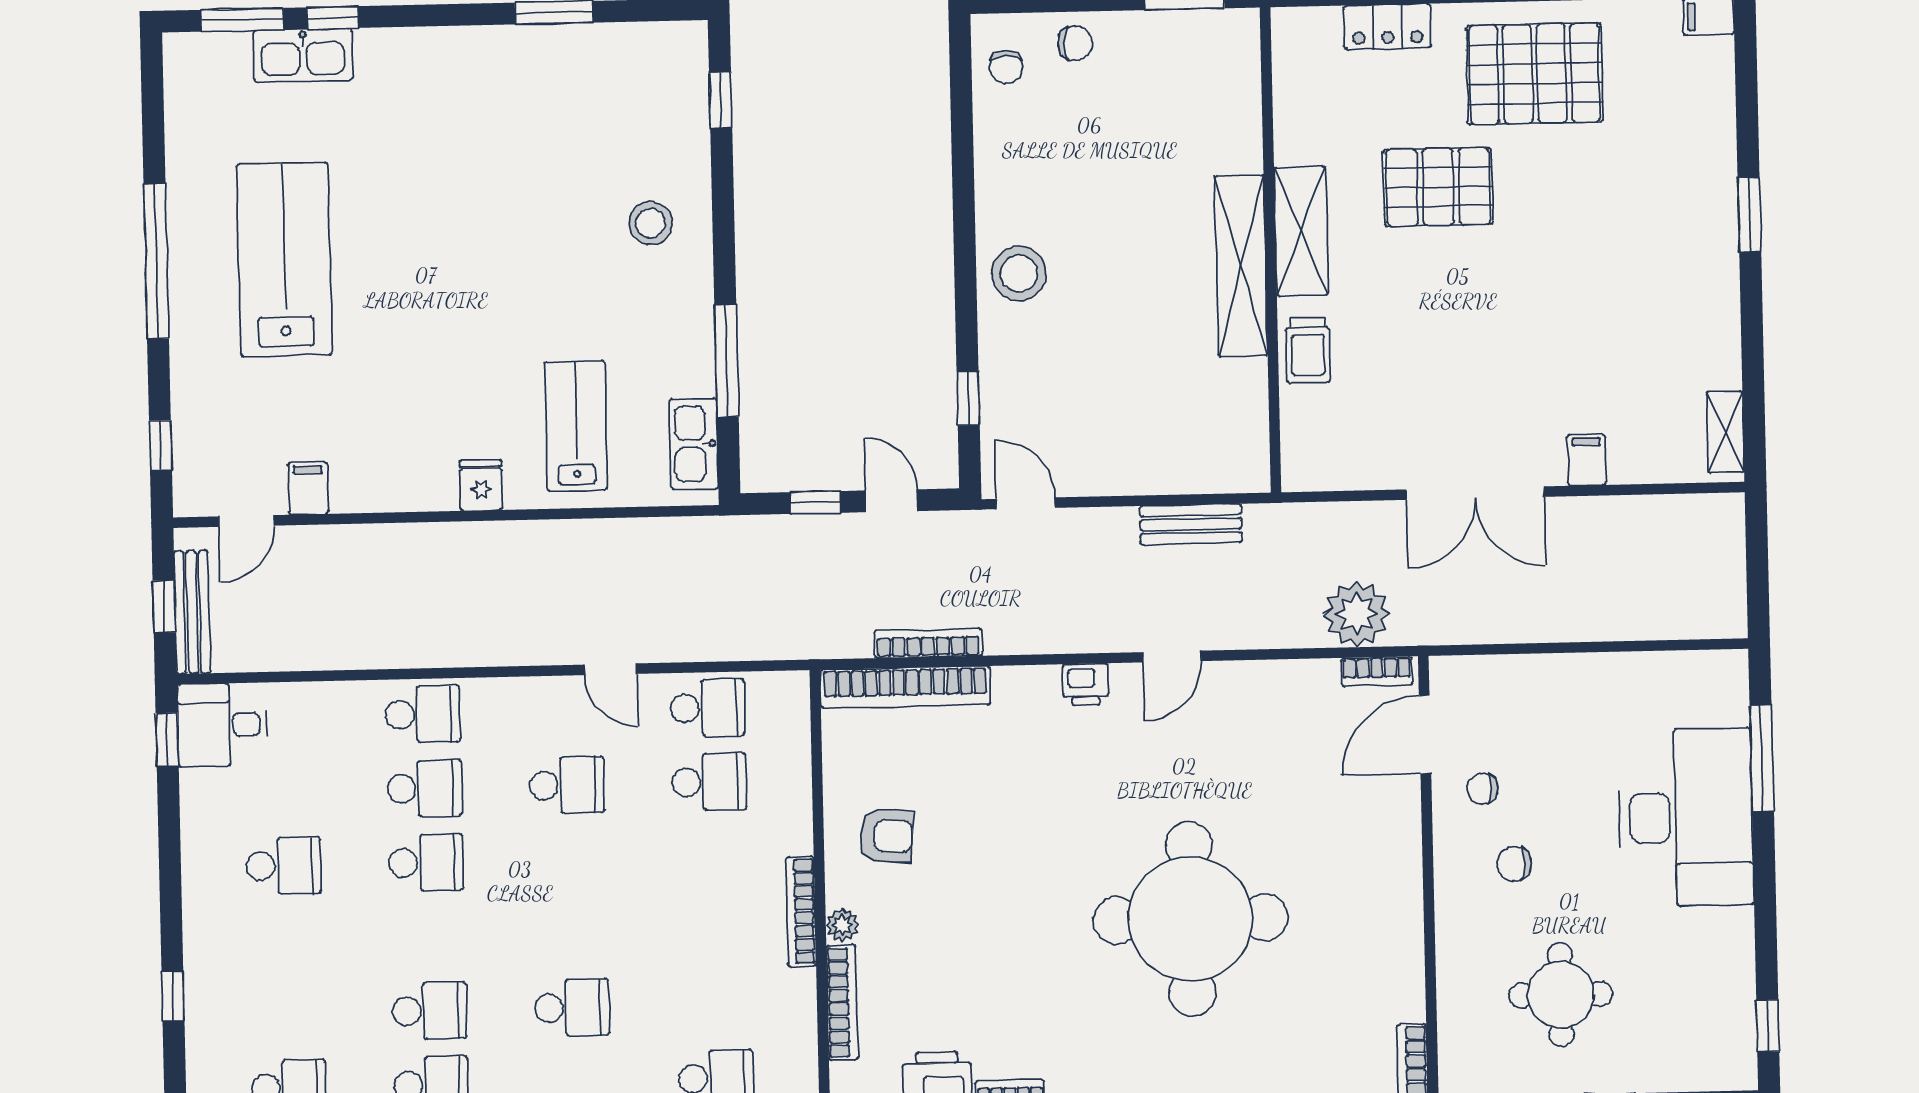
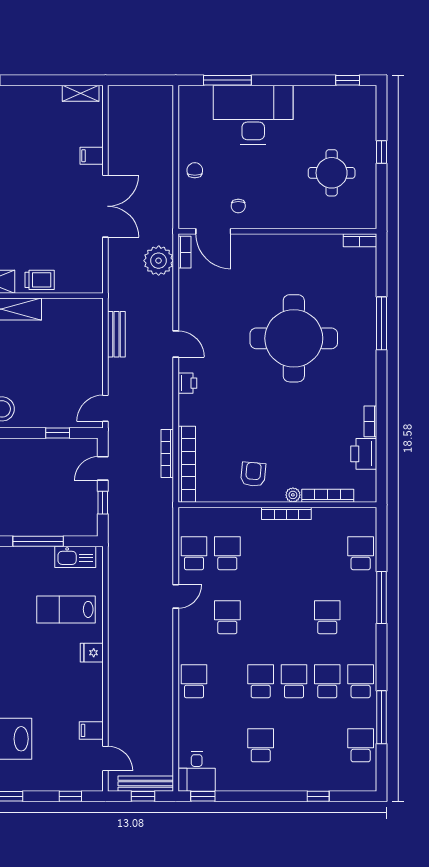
school desk: (424, 788) -> (294, 681), moved
chair: (1514, 864) -> (195, 170), moved, turned 180

